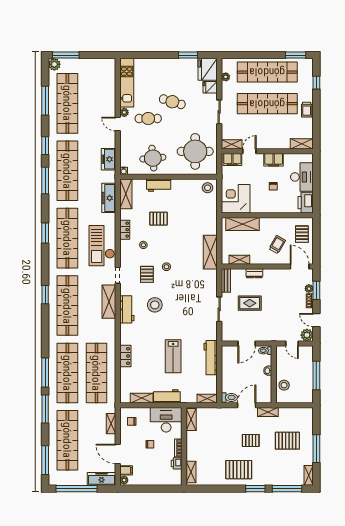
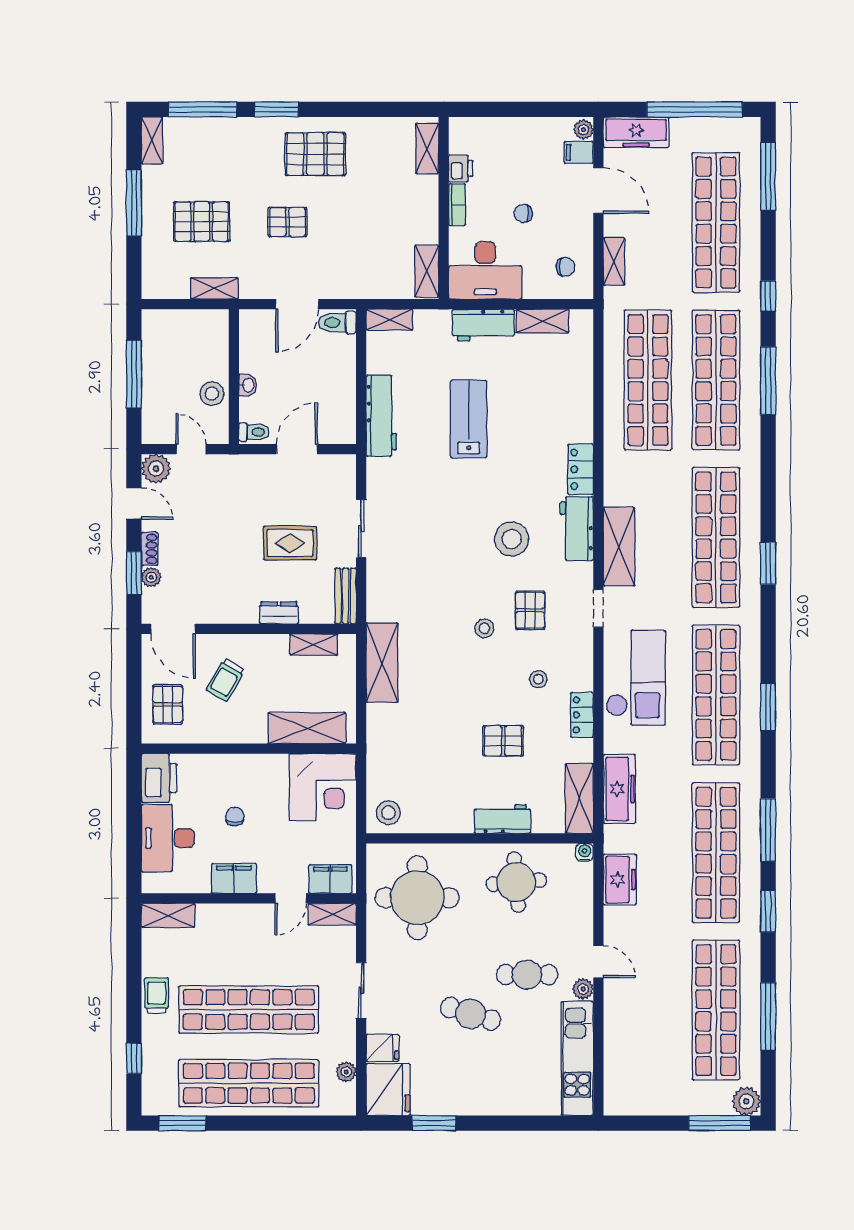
locker: (125, 356) -> (581, 469), moved
stool: (284, 385) -> (212, 394), moved
window: (45, 409) -> (768, 296), width x0.46
shelving: (268, 412) -> (214, 288), moved

